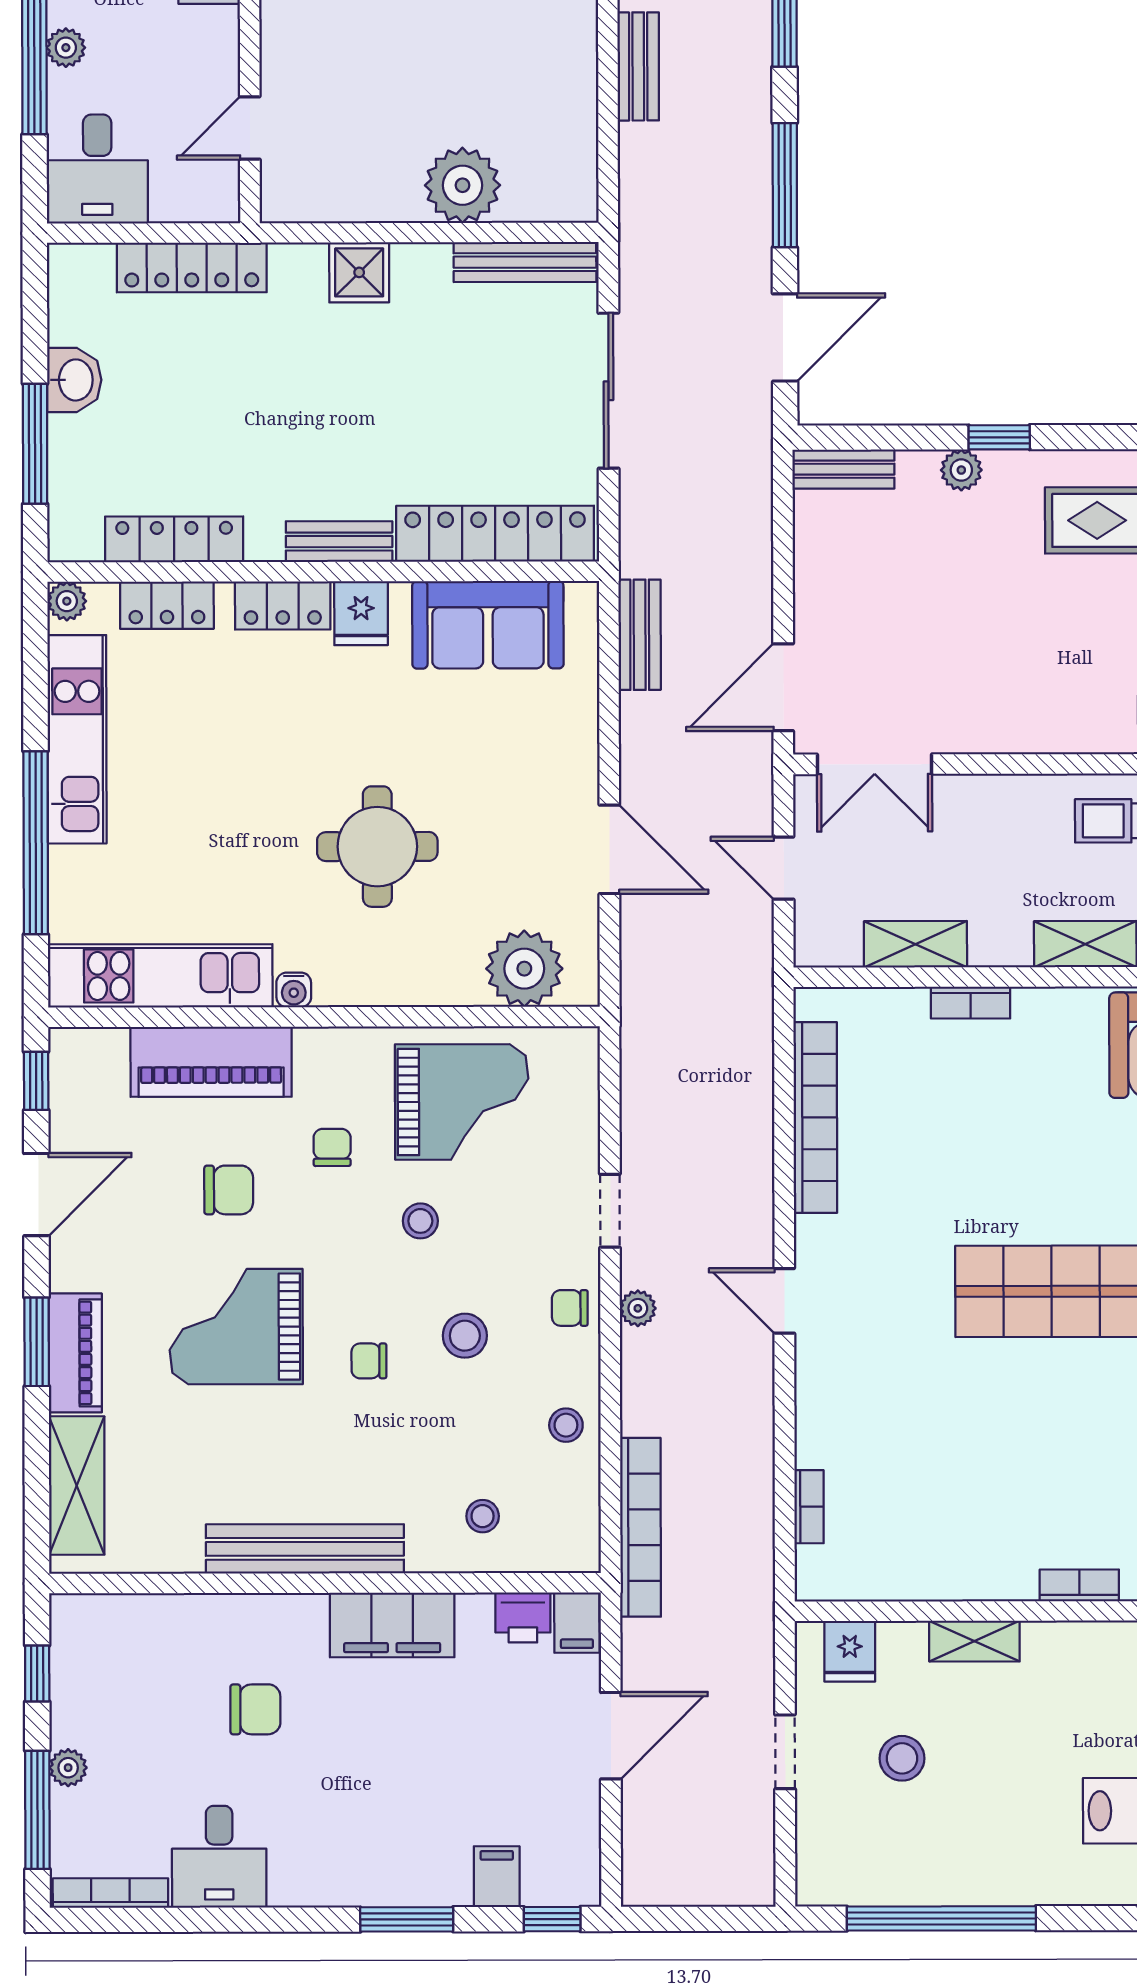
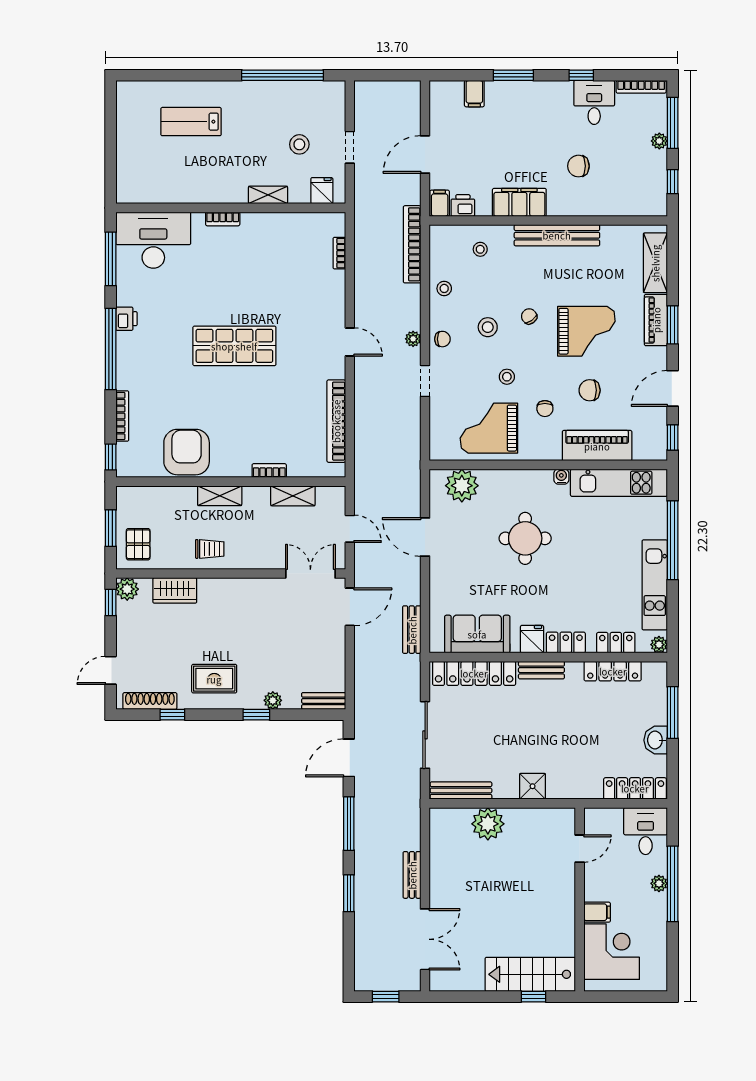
locker: (192, 268) -> (635, 788), moved
chair: (369, 1361) -> (529, 316), turned -126
window: (552, 1919) -> (581, 75), moved

